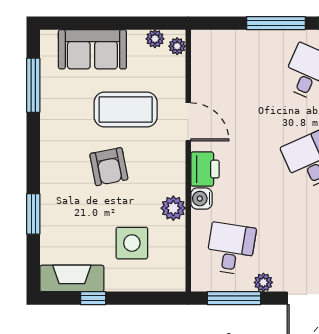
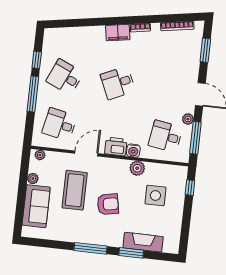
plant: (155, 39) -> (33, 179), moved
desk: (231, 73) -> (60, 124), added
window: (33, 85) -> (90, 248), moved
fireplace: (72, 278) -> (143, 242), moved, turned 90
window: (93, 298) -> (190, 188), moved

